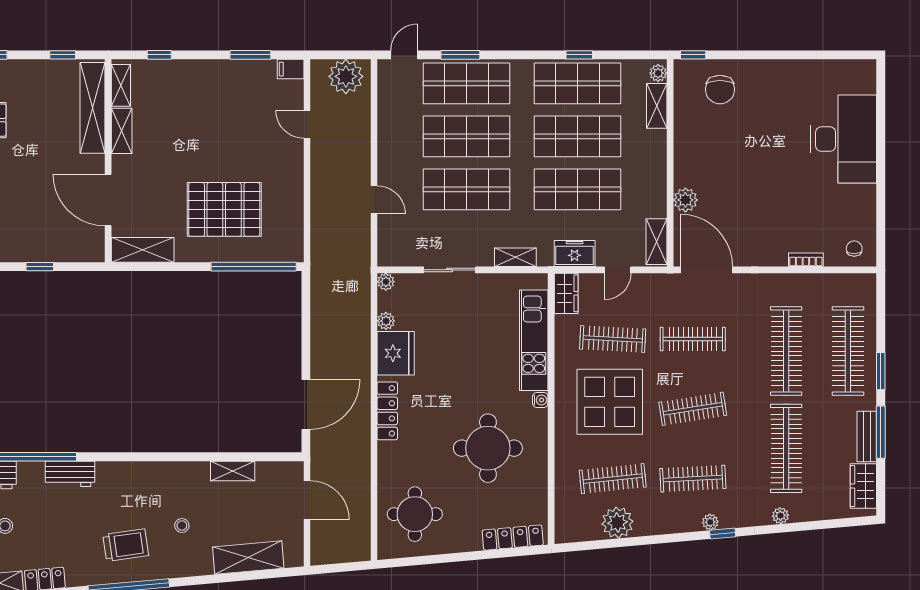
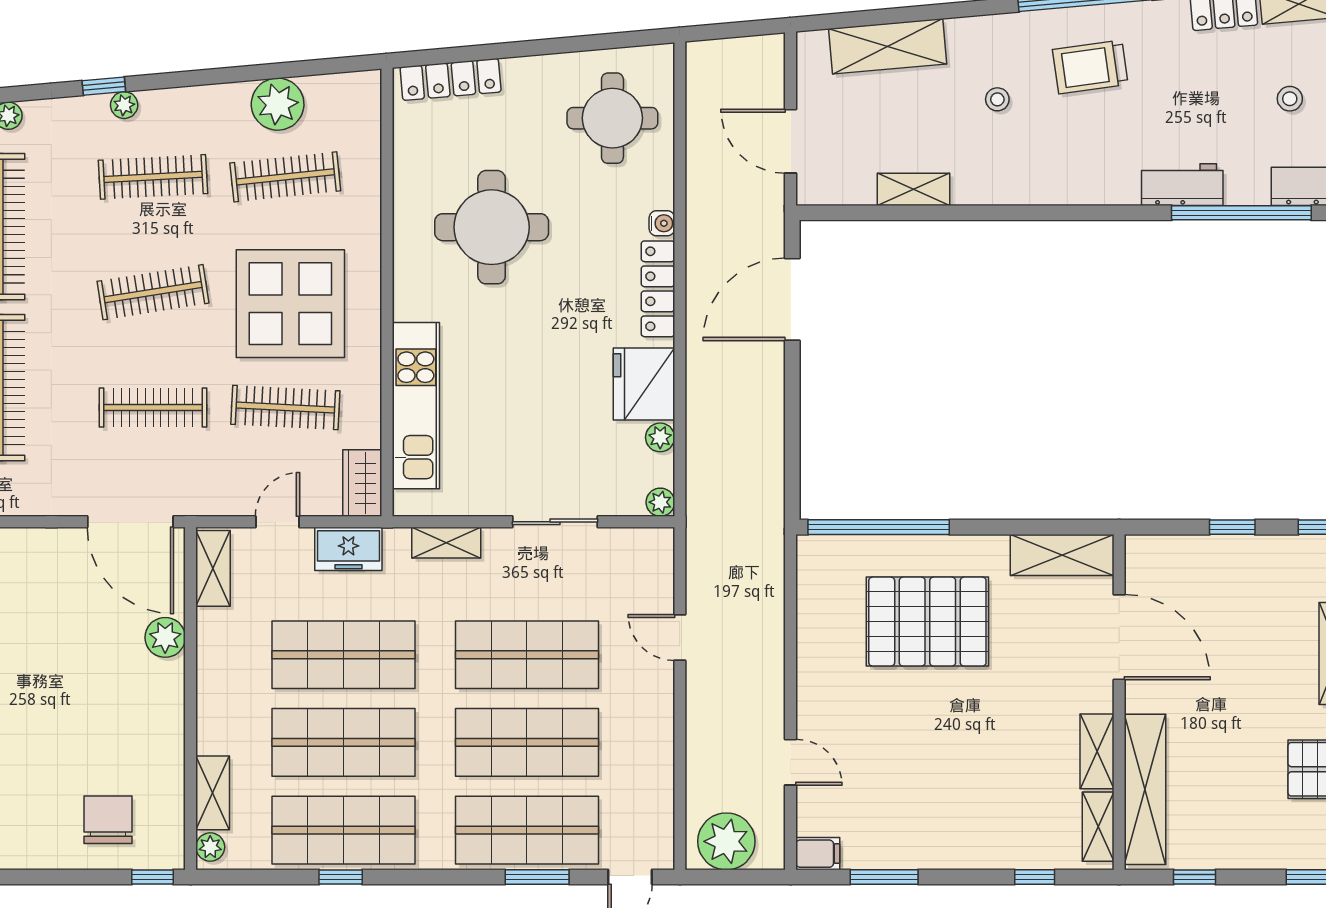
water cooler: (540, 400) -> (662, 223), moved, turned 180

